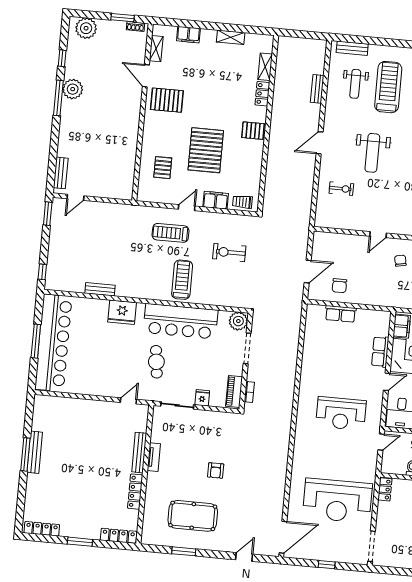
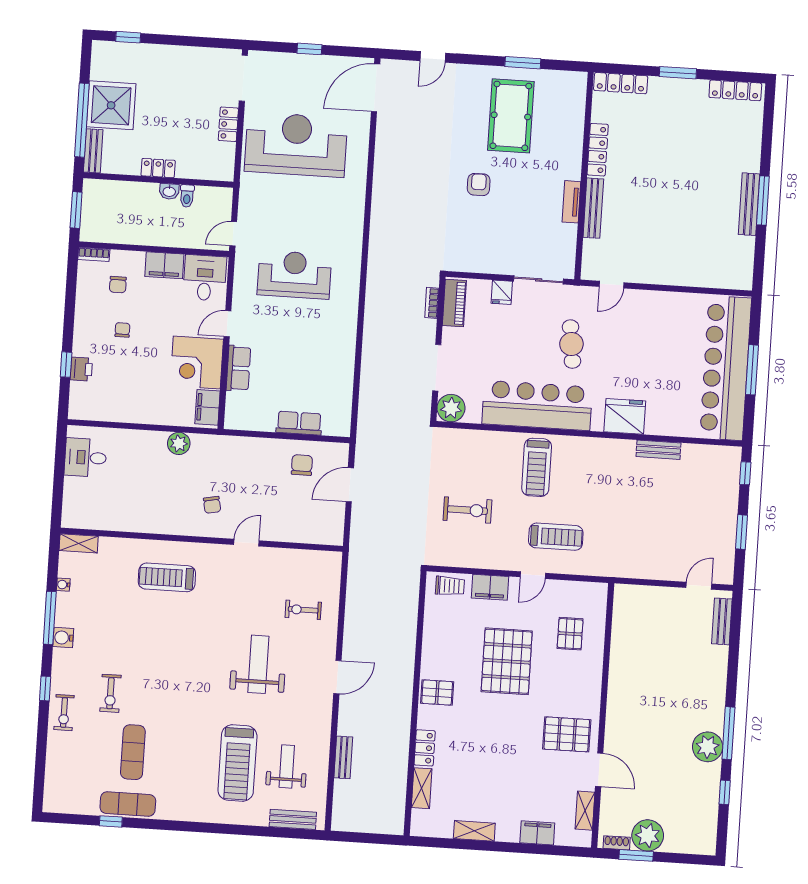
plant: (86, 28) -> (648, 835), moved
window: (48, 214) -> (741, 532), moved
locker: (385, 489) -> (228, 124), moved
pool table: (193, 516) -> (511, 116), turned 90

